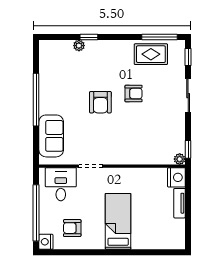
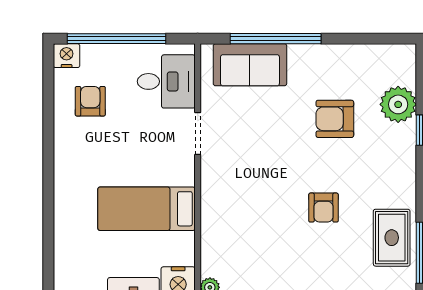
plant: (79, 46) -> (398, 104), width x1.88, depth x1.88
window: (36, 100) -> (276, 39), moved
armchair: (100, 102) -> (335, 119), moved
bed: (118, 221) -> (147, 209), moved, turned 180

